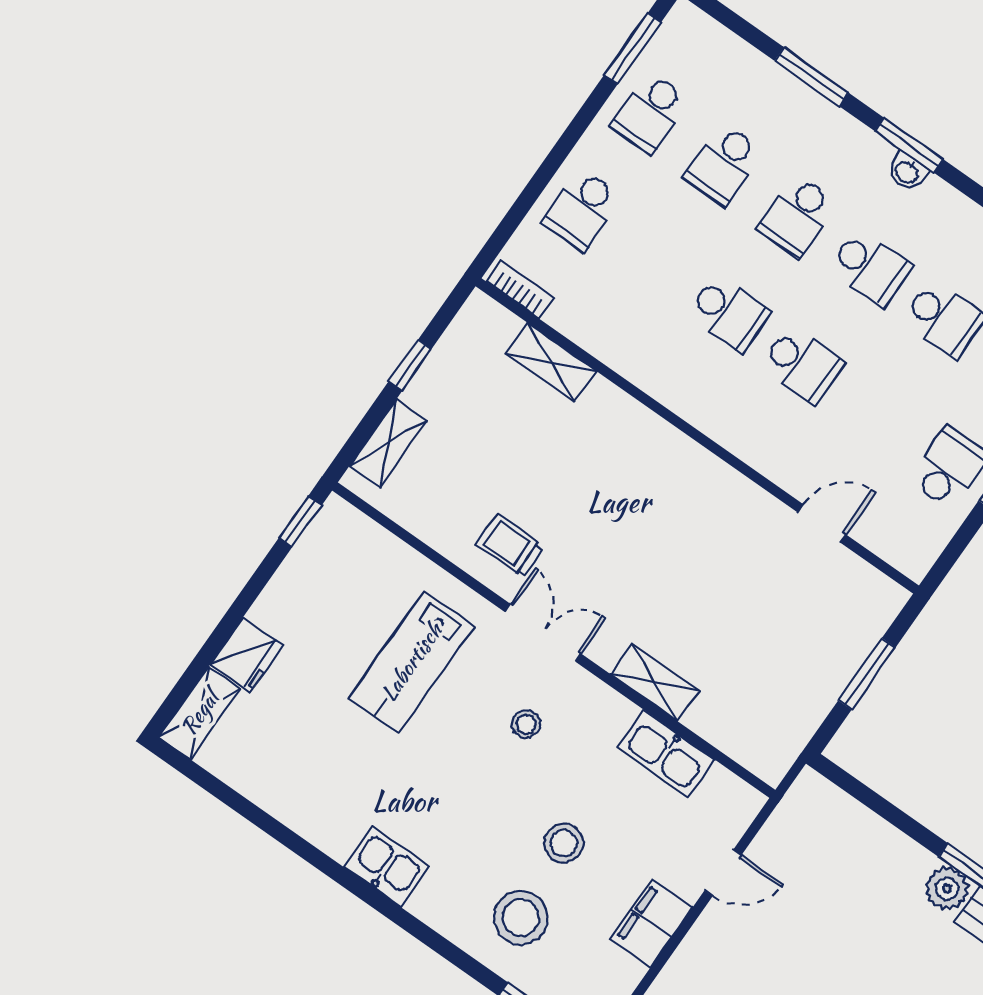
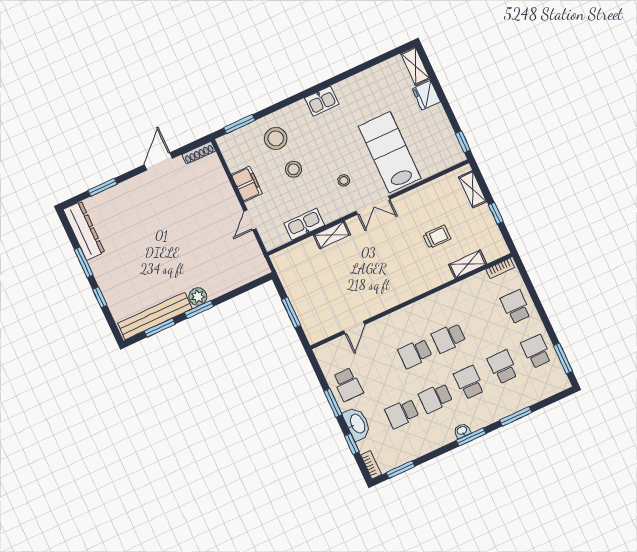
trolley: (510, 546) -> (437, 237), moved
lab bench: (411, 662) -> (390, 152), width x1.36, depth x1.39

